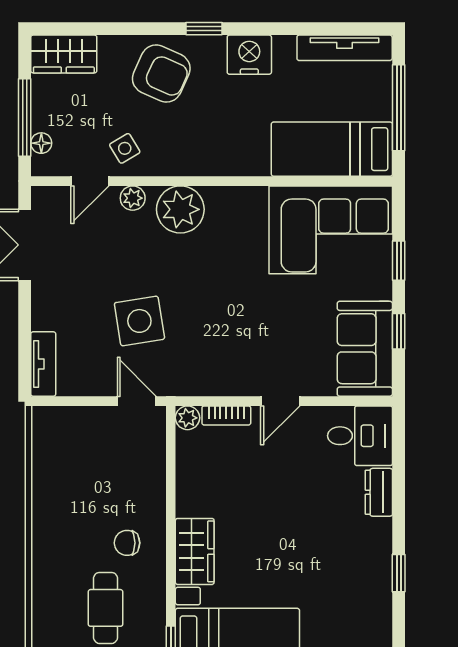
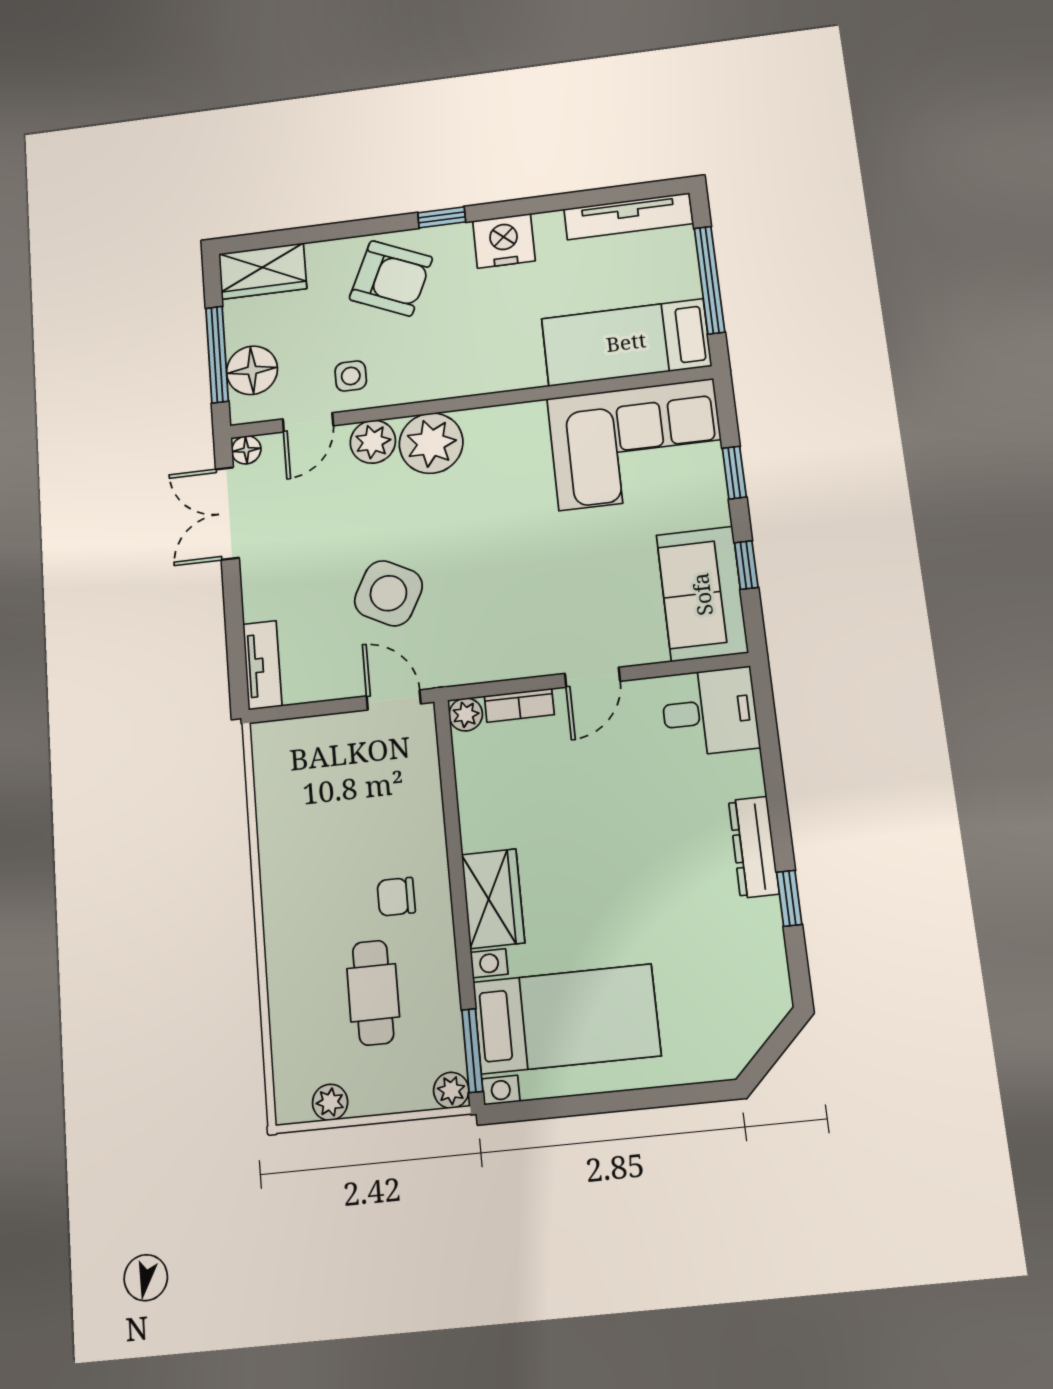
floor lamp: (41, 143) -> (252, 370), width x1.89, depth x1.89
side table: (125, 148) -> (351, 376), turned 31
floor lamp: (42, 197) -> (246, 450), added
plant: (133, 198) -> (373, 442), width x1.38, depth x1.38
side table: (139, 321) -> (388, 593), turned 37
dresser: (379, 492) -> (754, 847), moved, width x1.44

